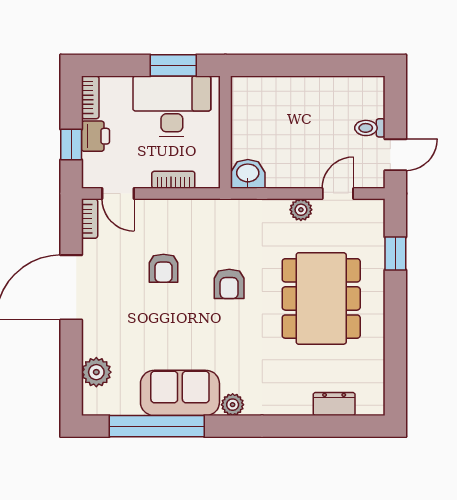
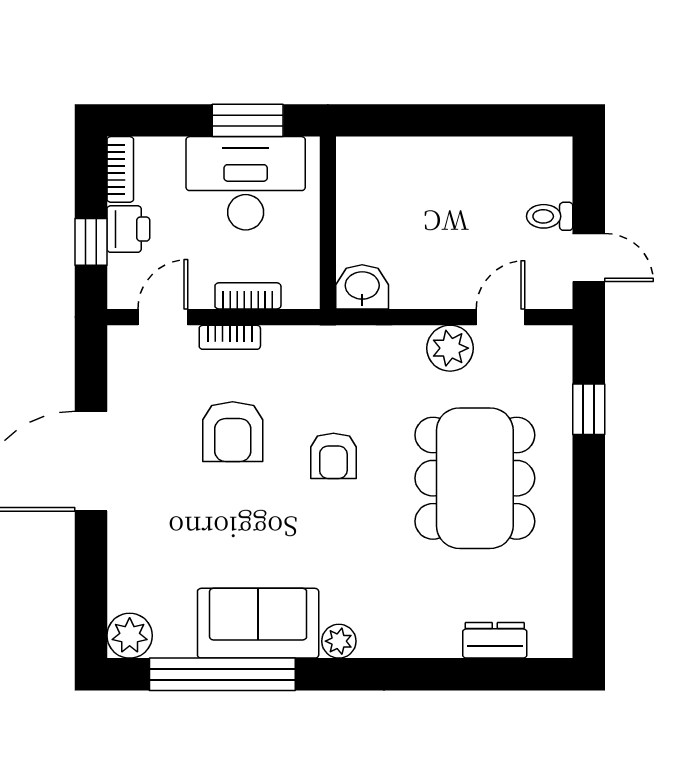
door: (395, 155) -> (589, 257), hinge flipped
door: (118, 194) -> (163, 317), swing flipped
plant: (301, 210) -> (450, 348), width x1.38, depth x1.38
bookcase: (90, 219) -> (230, 337), moved, turned 90
armchair: (163, 268) -> (233, 432), width x1.38, depth x1.38
plant: (96, 372) -> (130, 636), moved

